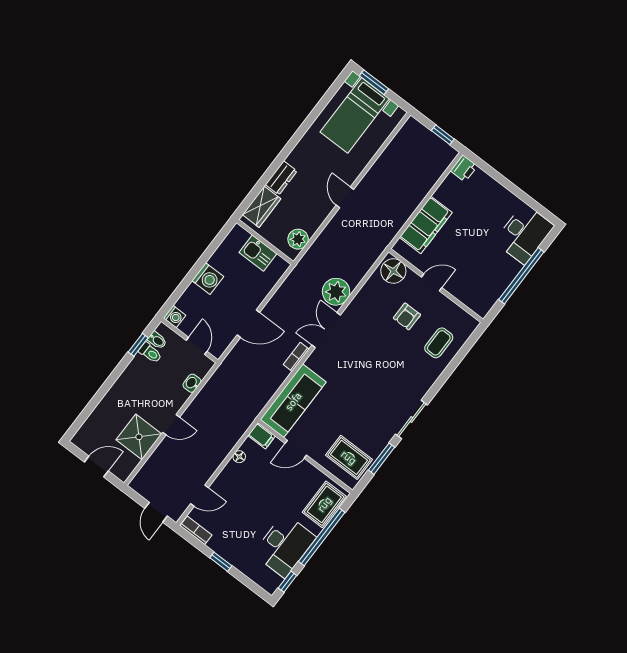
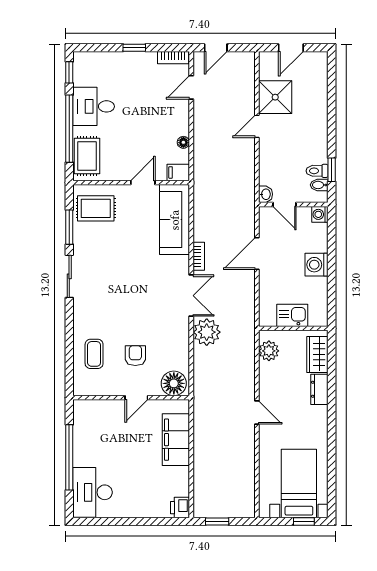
window: (374, 82) -> (304, 522), width x0.67
washbasin: (192, 383) -> (266, 194), moved
door: (156, 512) -> (216, 48), swing flipped
desk: (284, 545) -> (94, 106), width x0.73

